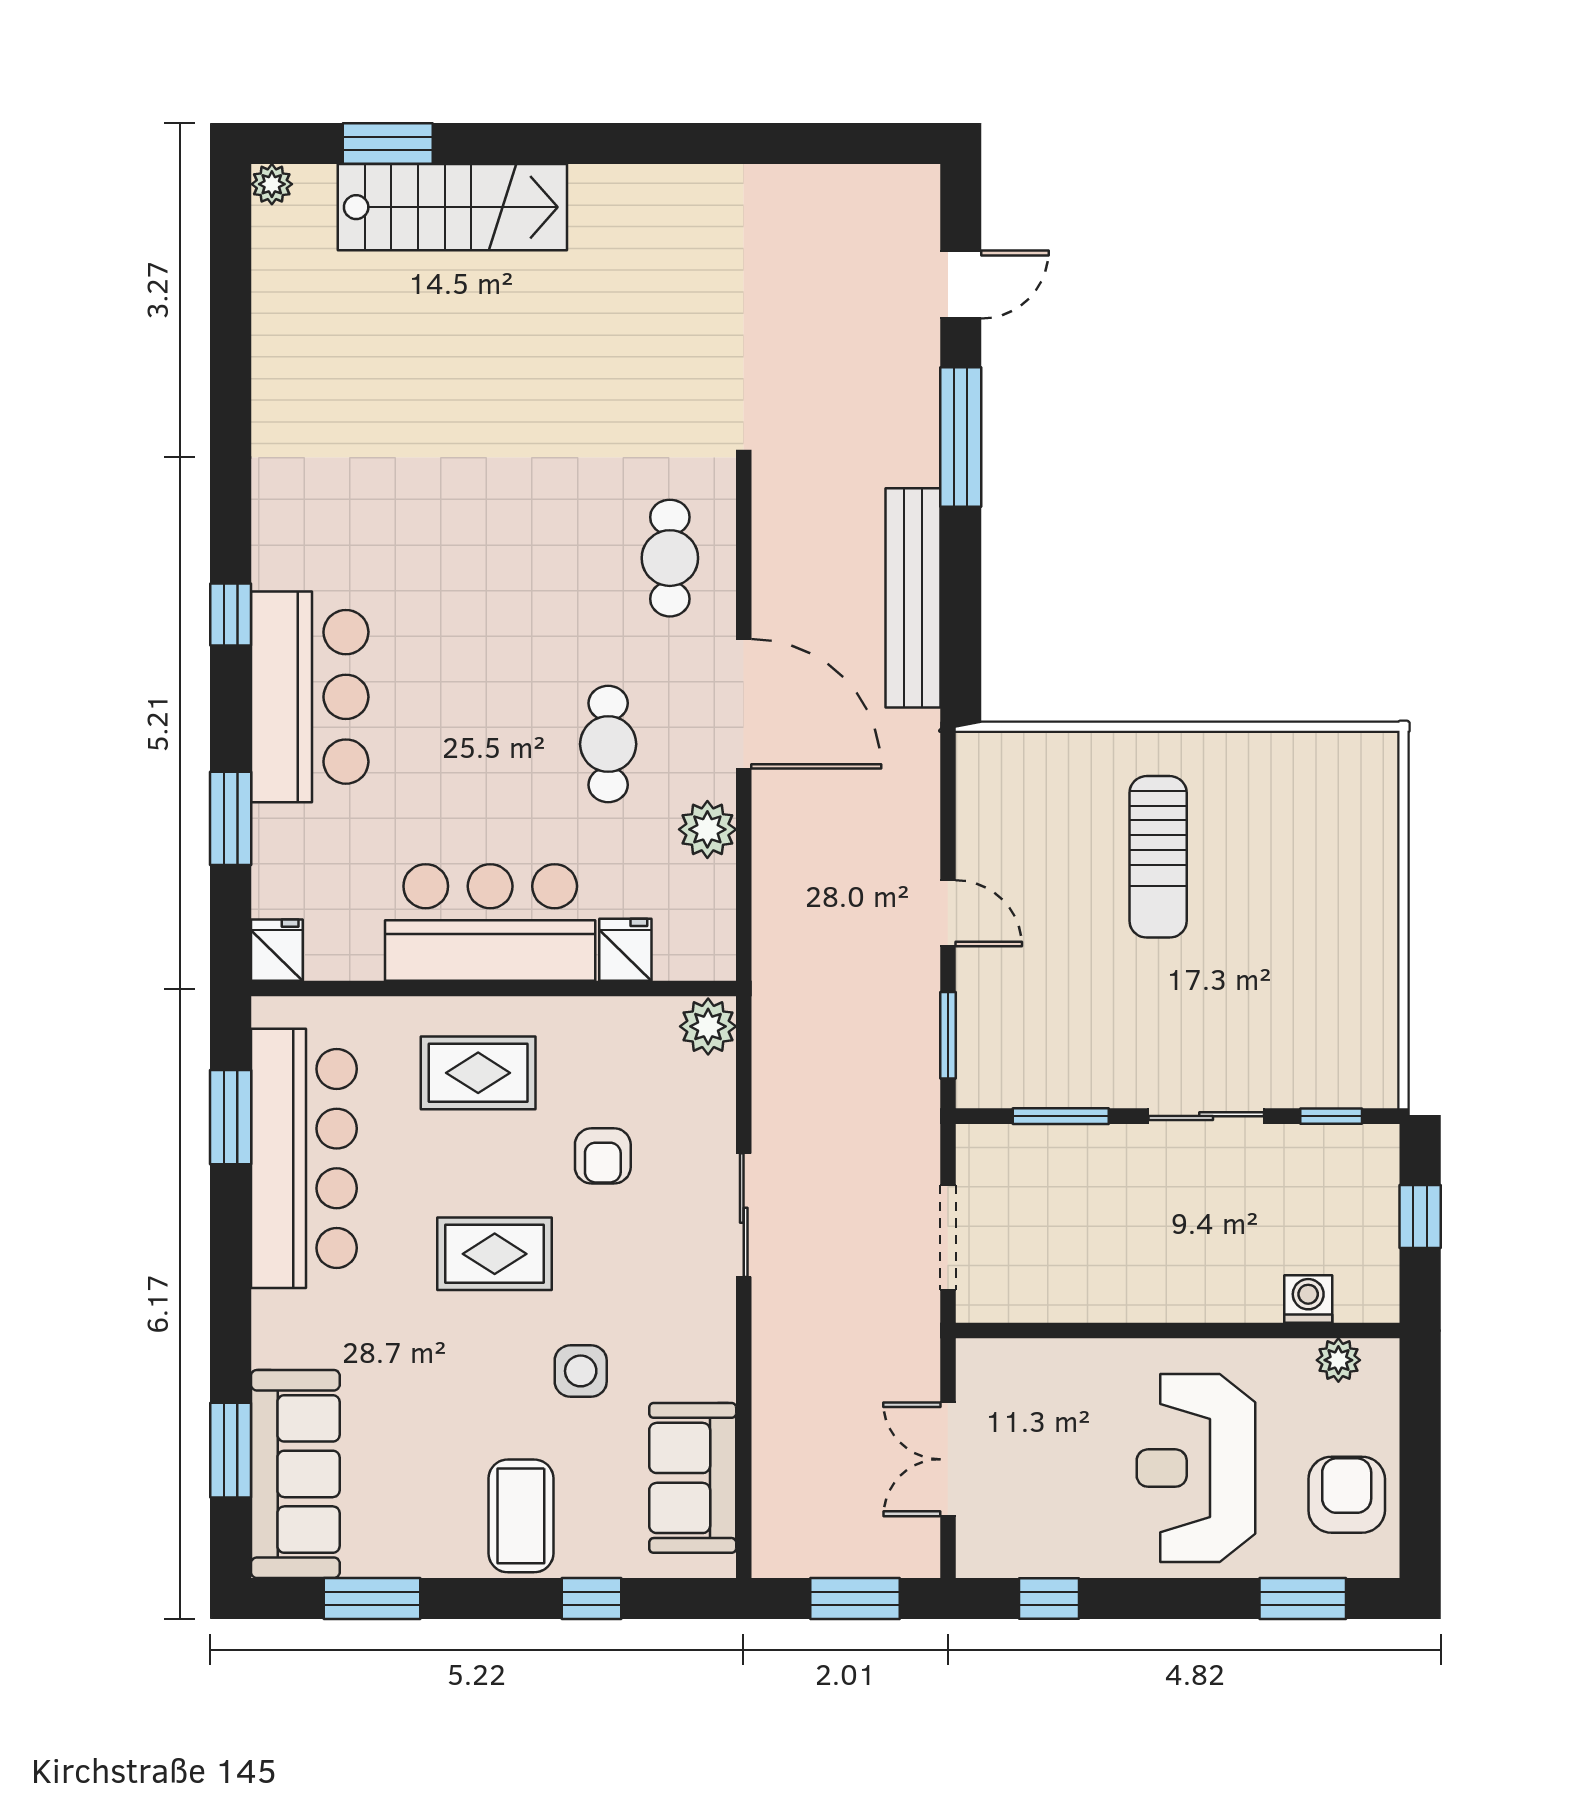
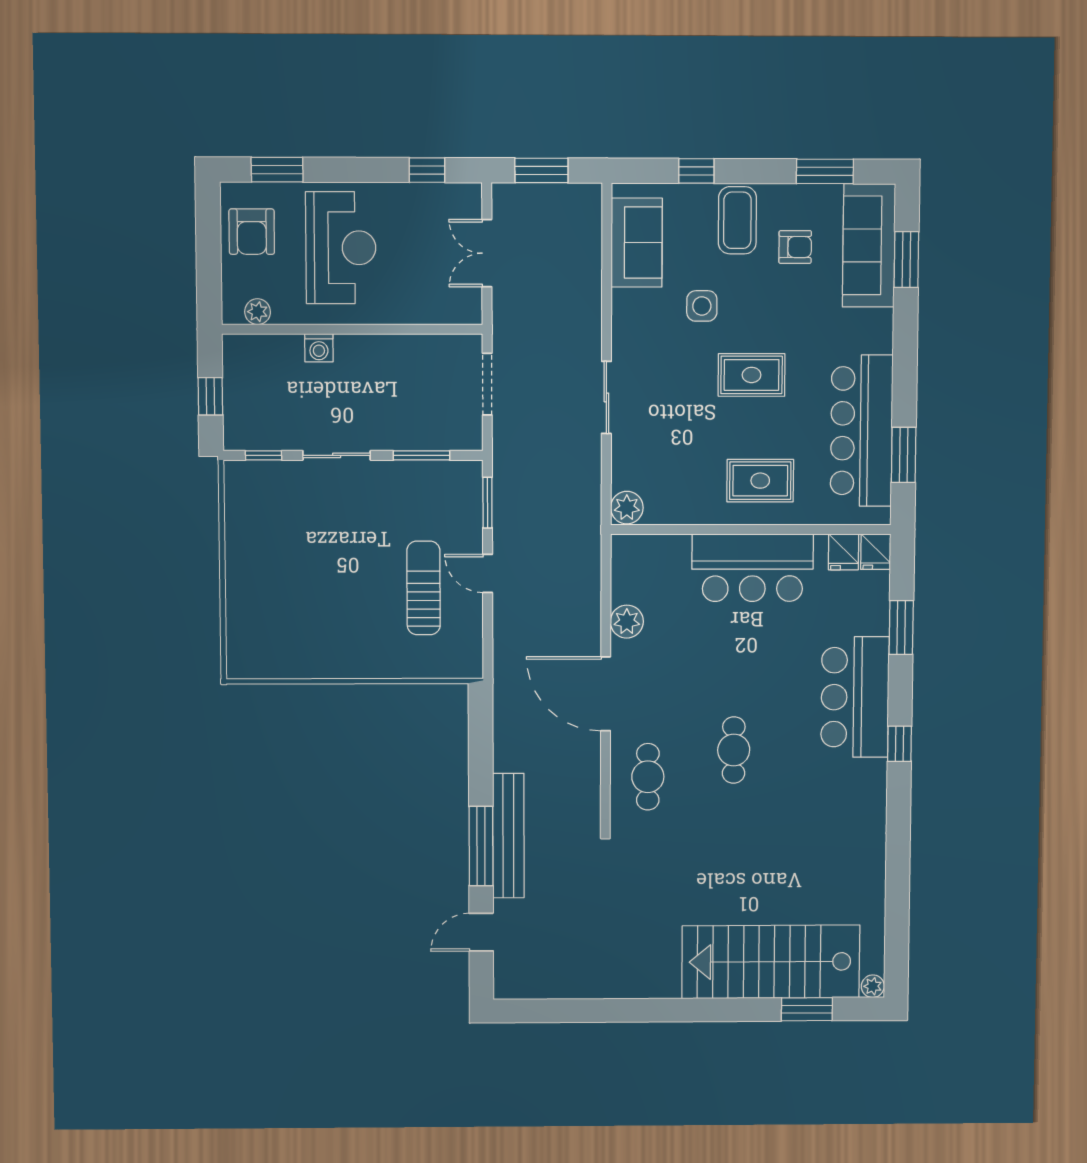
stairs: (452, 207) -> (771, 962), width x1.36, depth x1.51
bench: (913, 598) -> (508, 836), moved
cafe table: (608, 744) -> (734, 750), moved
sun lounger: (1158, 857) -> (424, 588), moved
fridge: (625, 950) -> (843, 552), moved
armchair: (603, 1156) -> (795, 247), moved, turned 90
washing machine: (1308, 1299) -> (319, 348), moved
double door: (948, 1459) -> (487, 253), swing flipped

